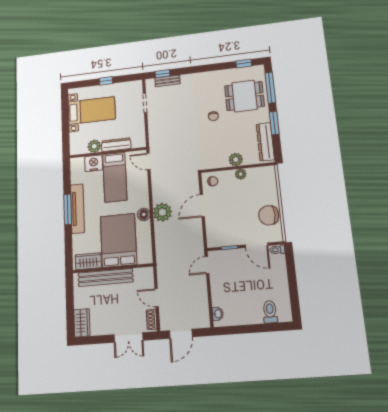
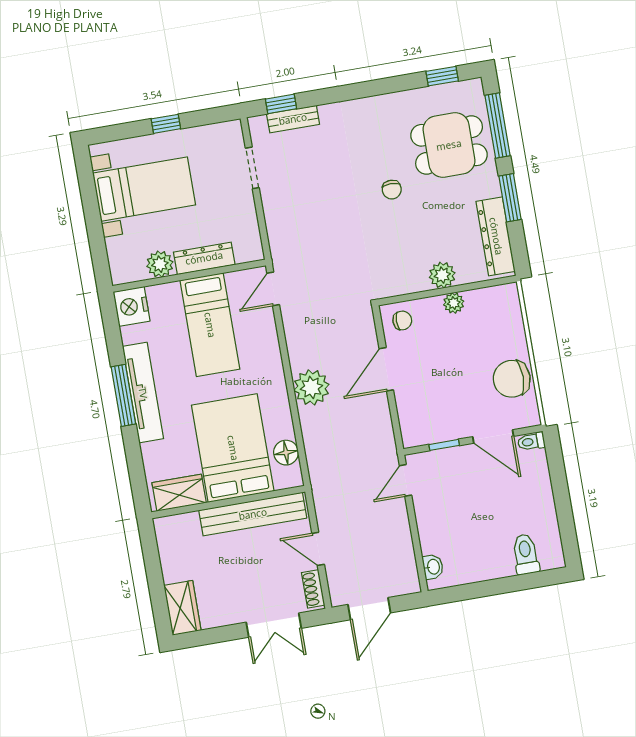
door: (148, 161) -> (273, 289), hinge flipped
nightstand: (94, 163) -> (132, 306), moved, turned -90
floor lamp: (144, 214) -> (286, 453), moved
bench: (105, 277) -> (253, 514), moved

